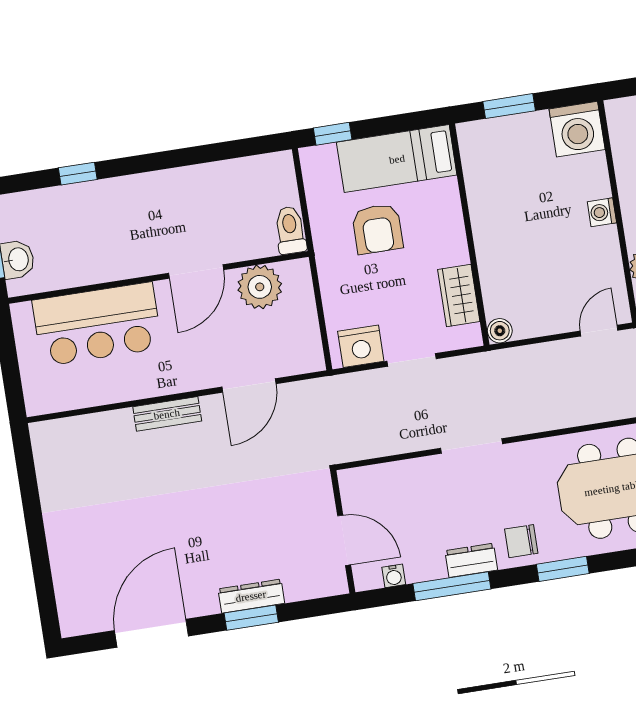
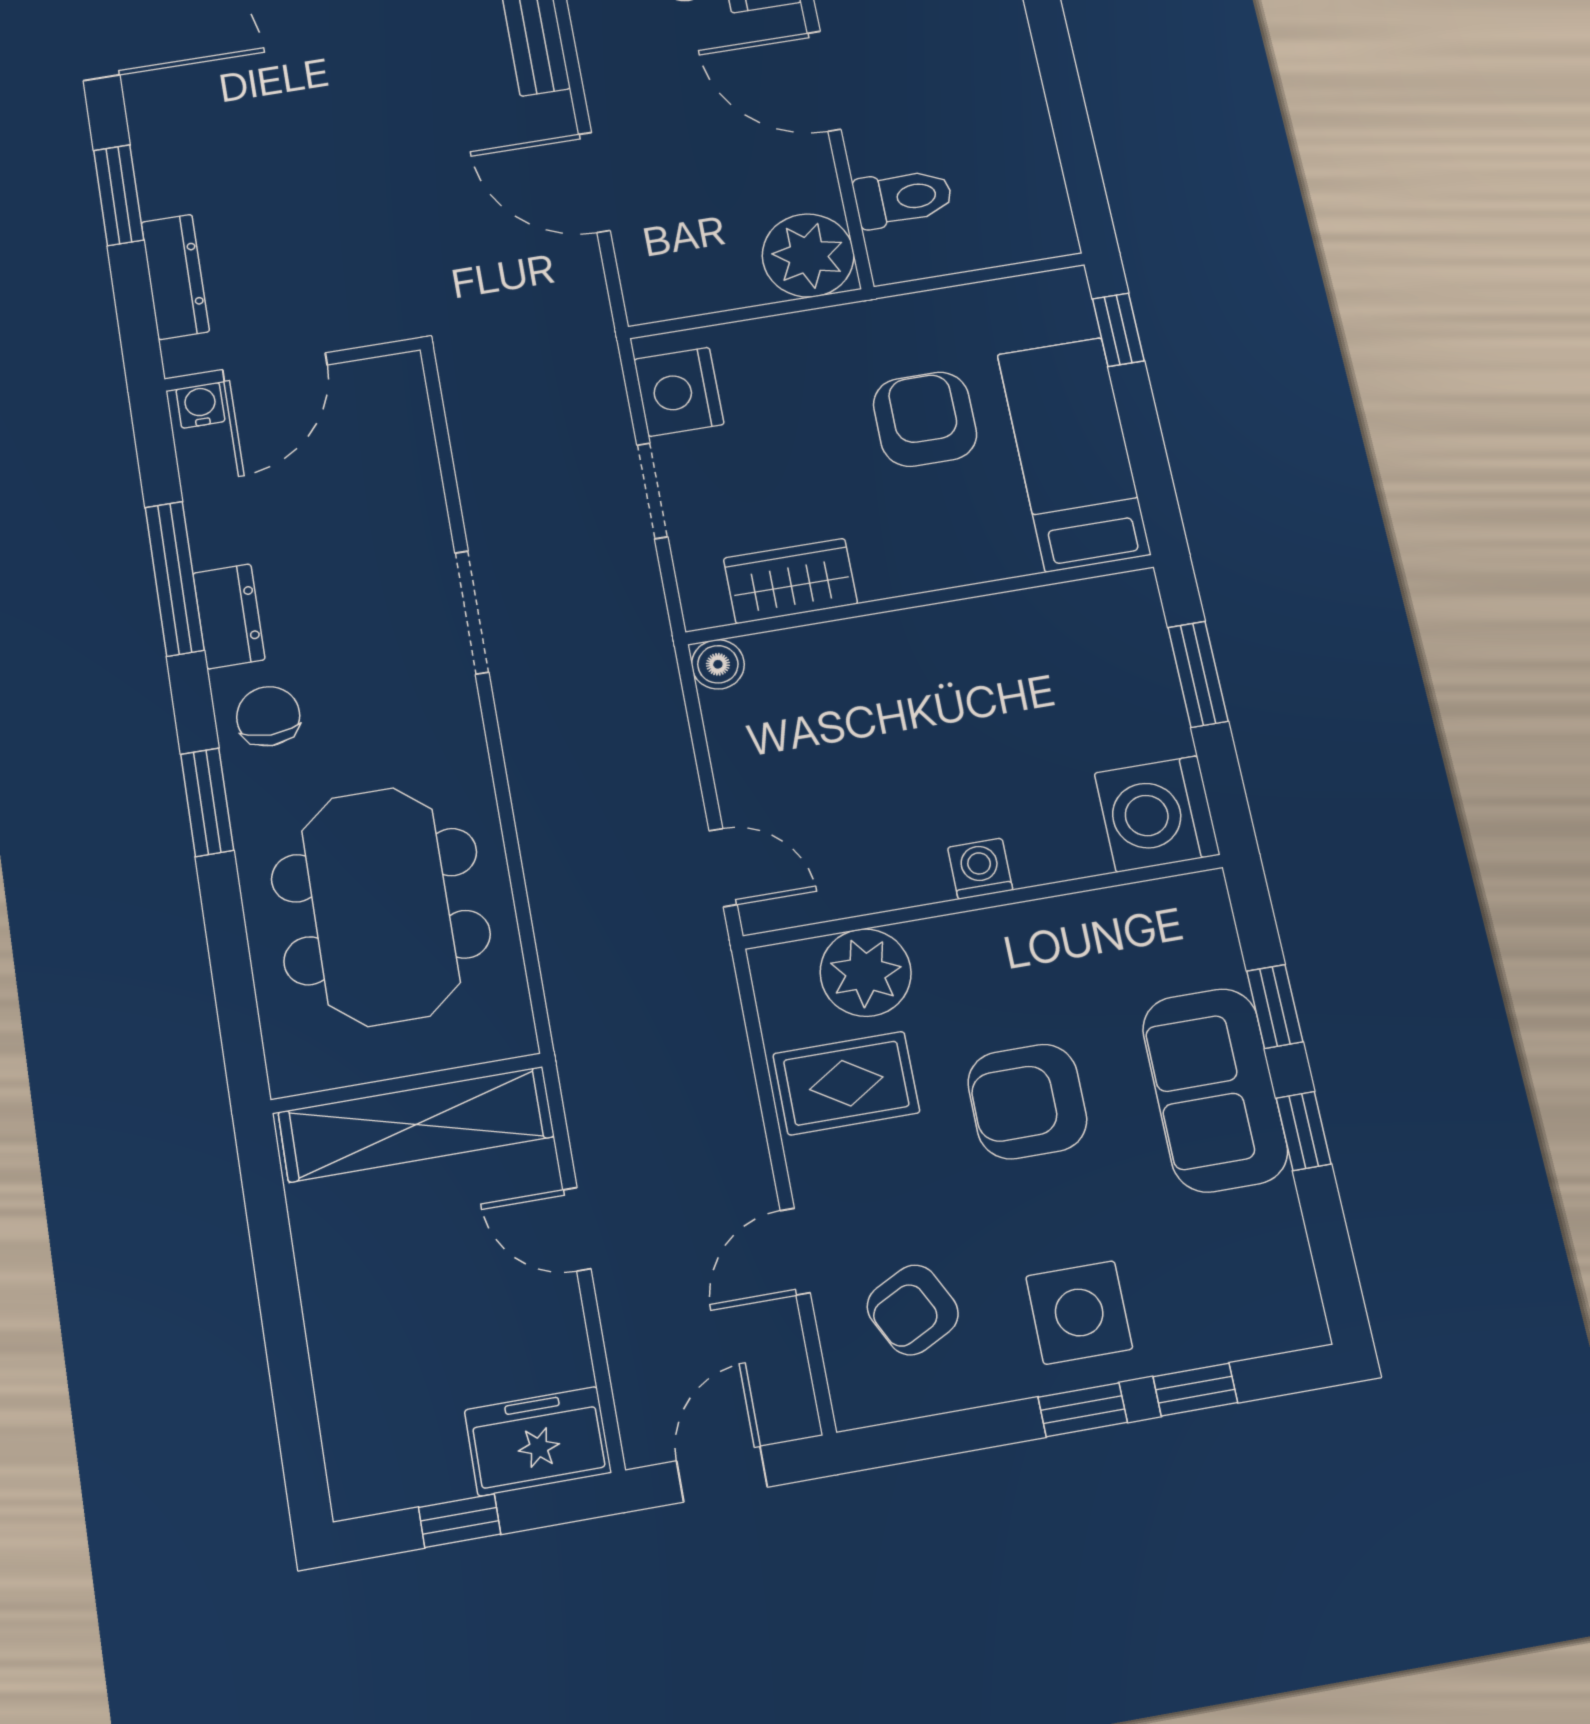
armchair: (377, 229) -> (925, 419), turned 90
toilet: (290, 230) -> (903, 198), moved
plant: (260, 287) -> (808, 255), moved
water cooler: (394, 576) -> (200, 405), moved, turned 90
dresser: (251, 596) -> (175, 277), moved

